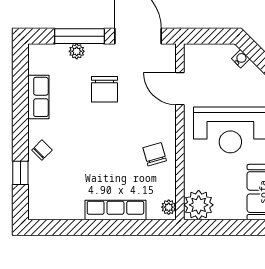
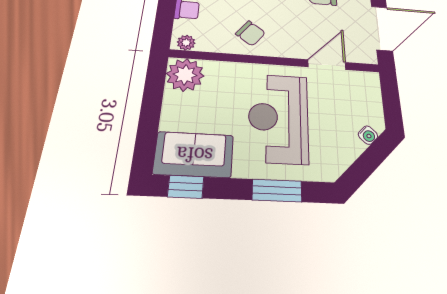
chair: (155, 154) -> (250, 33), turned 53

